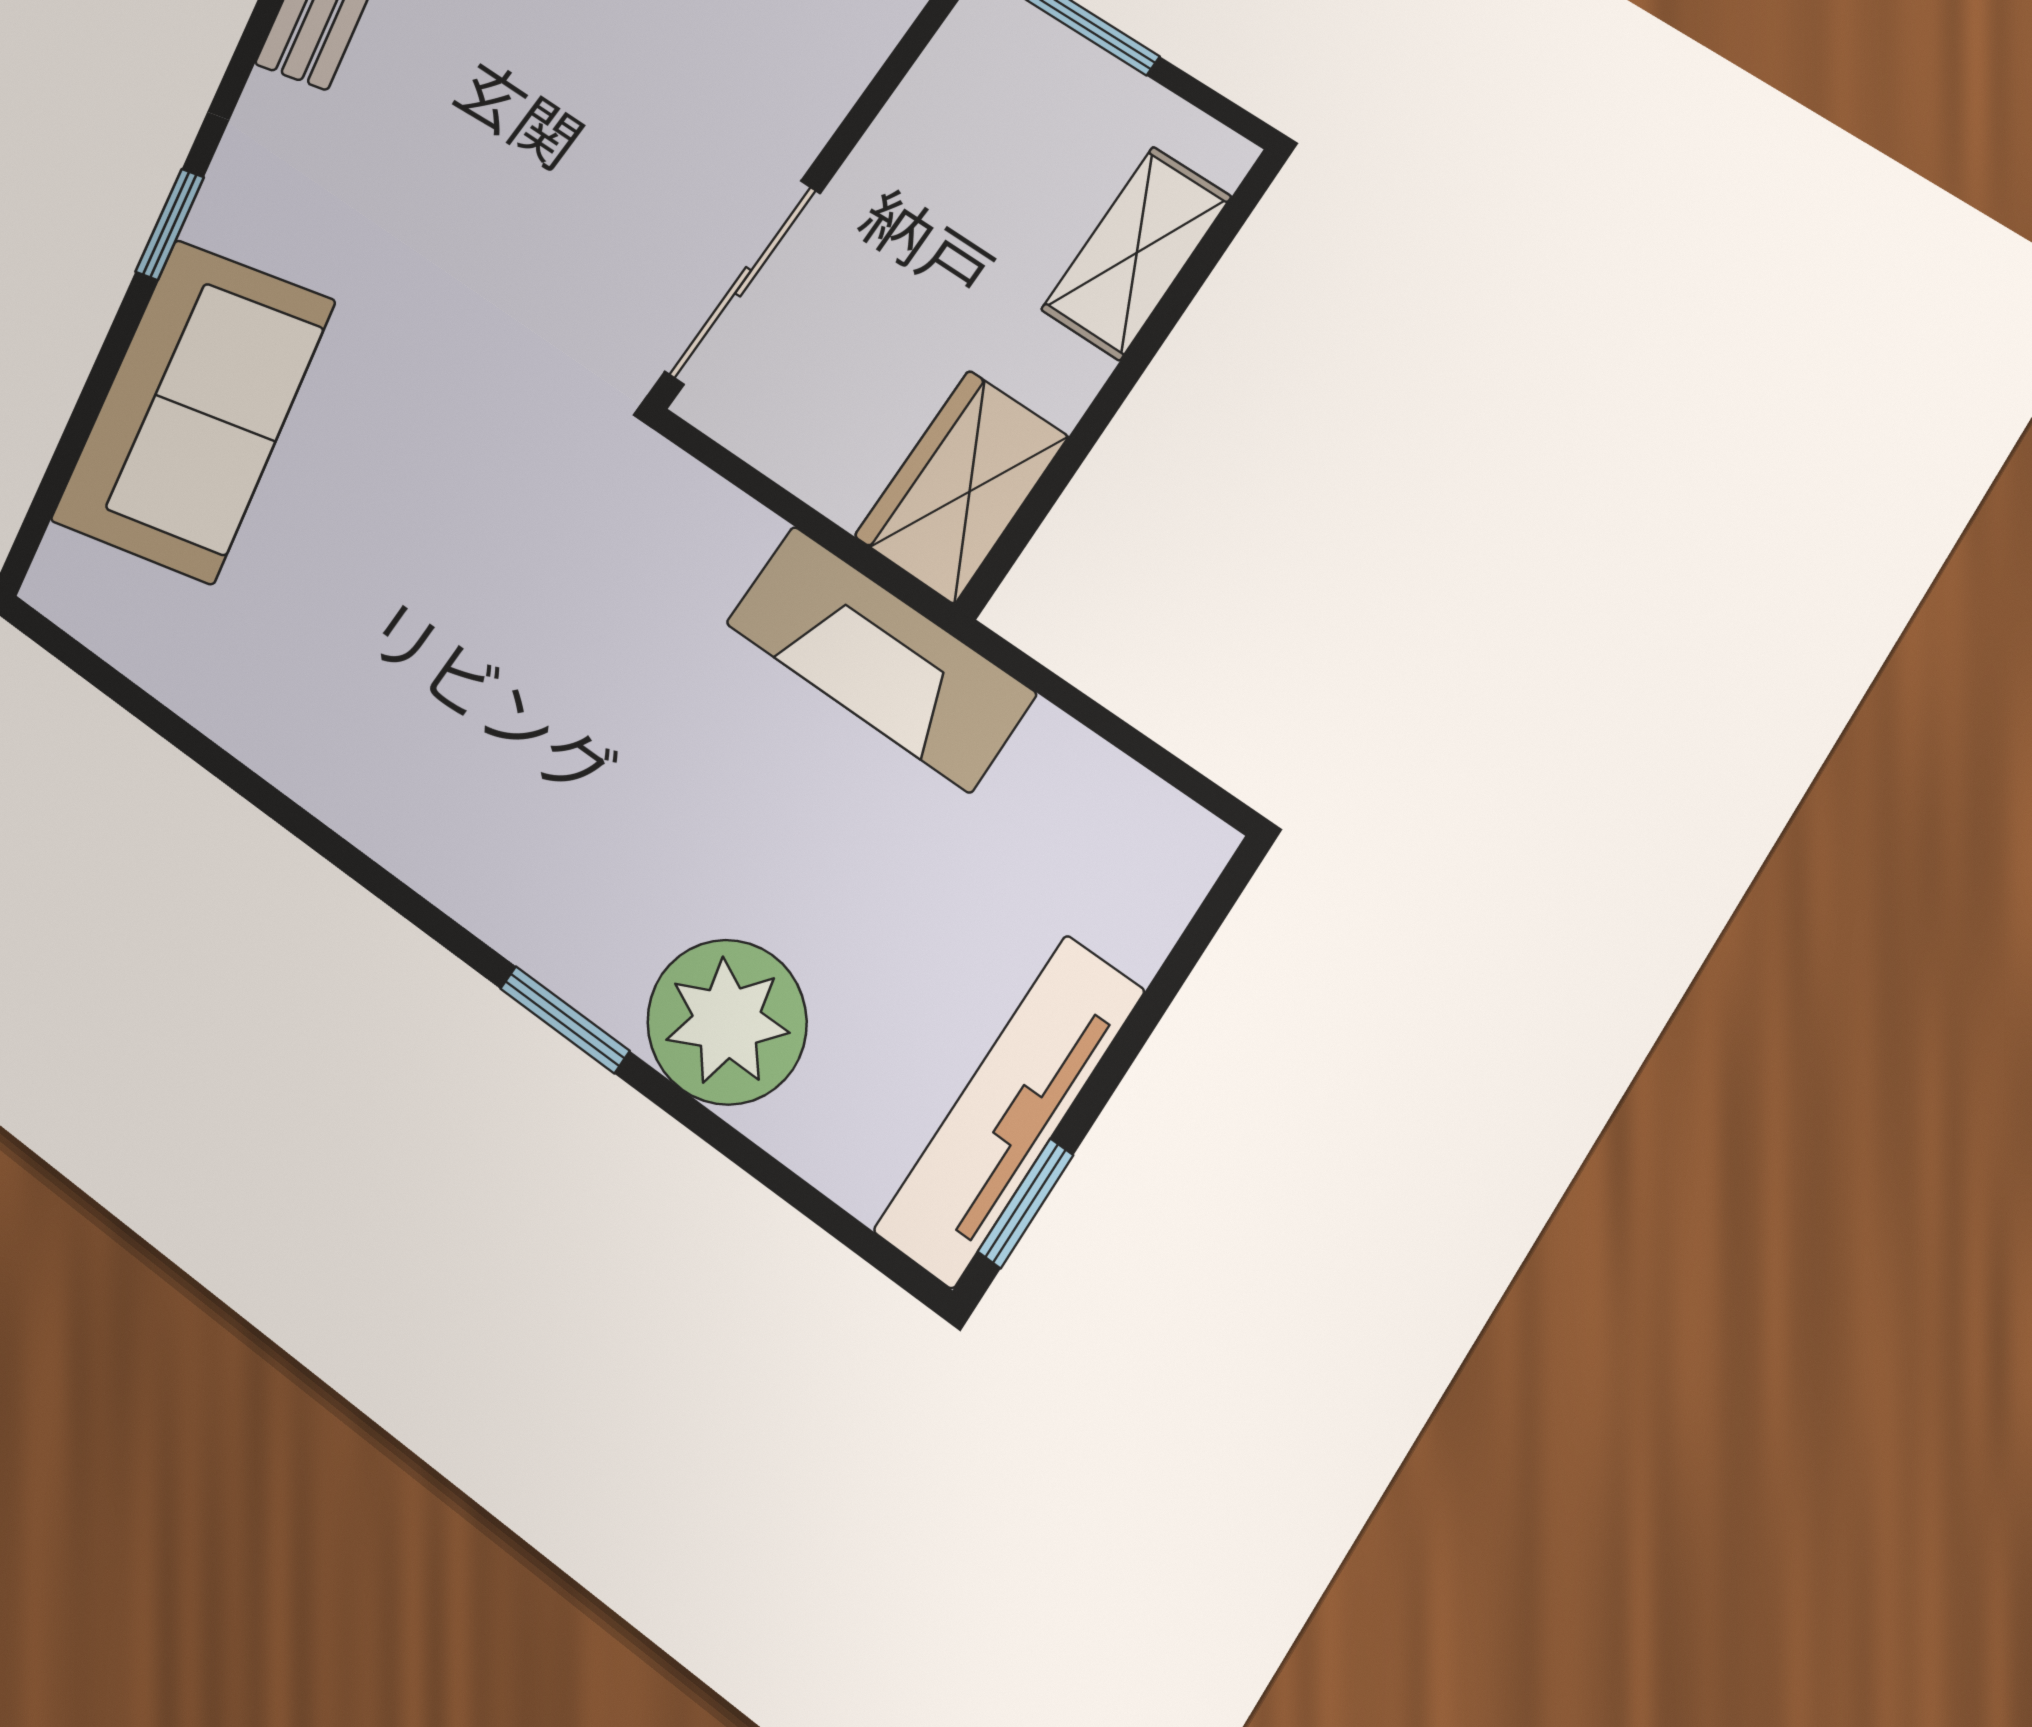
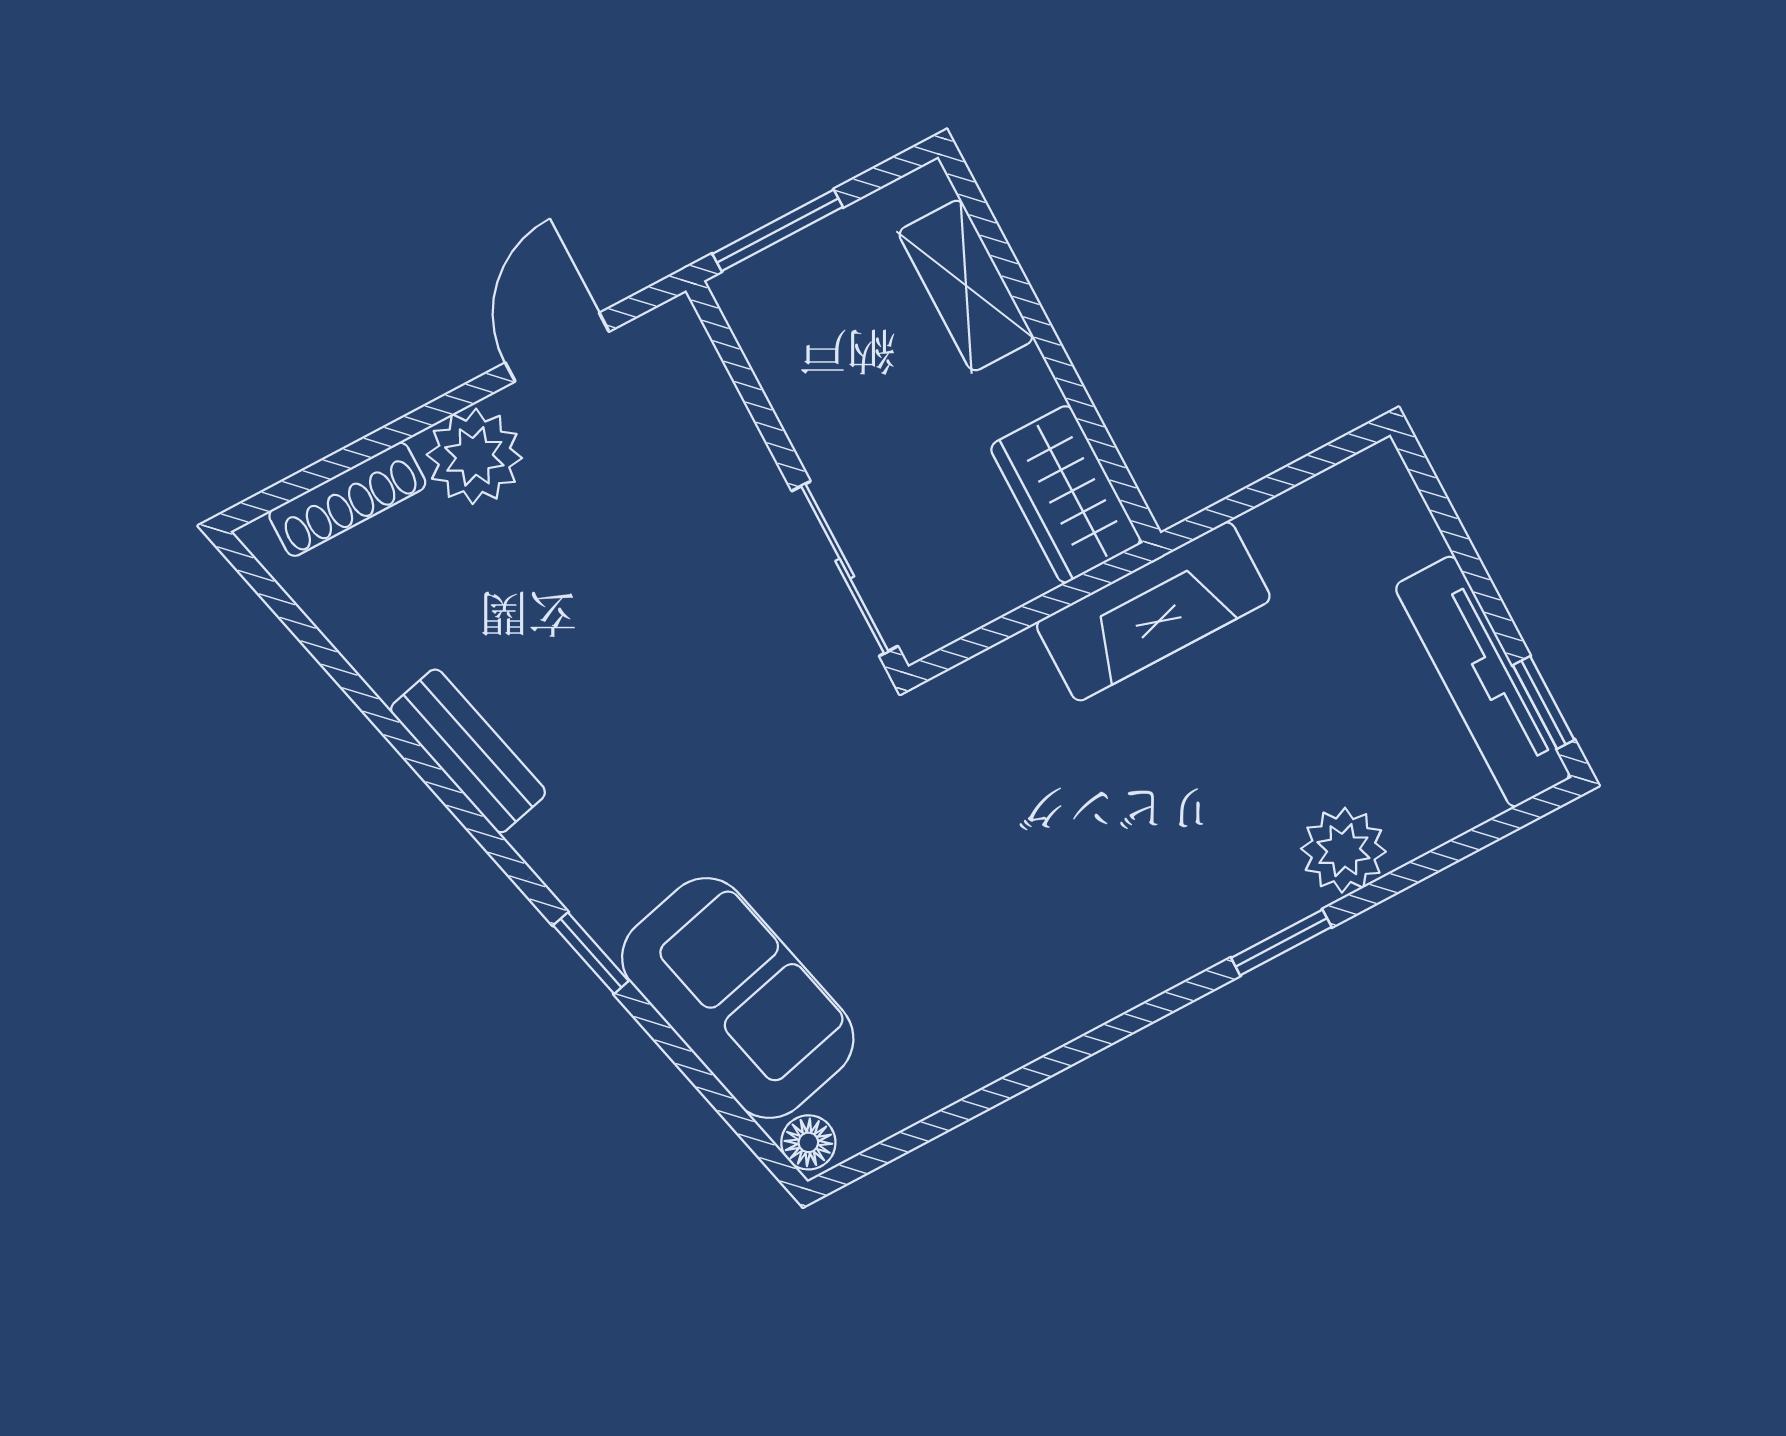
floor lamp: (64, 573) -> (808, 1142), added
plant: (727, 1022) -> (1343, 850), width x0.73, depth x0.73

